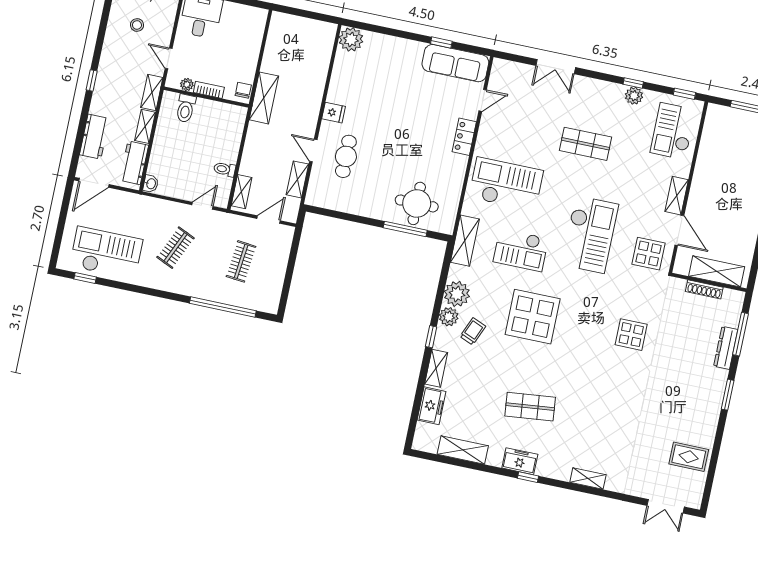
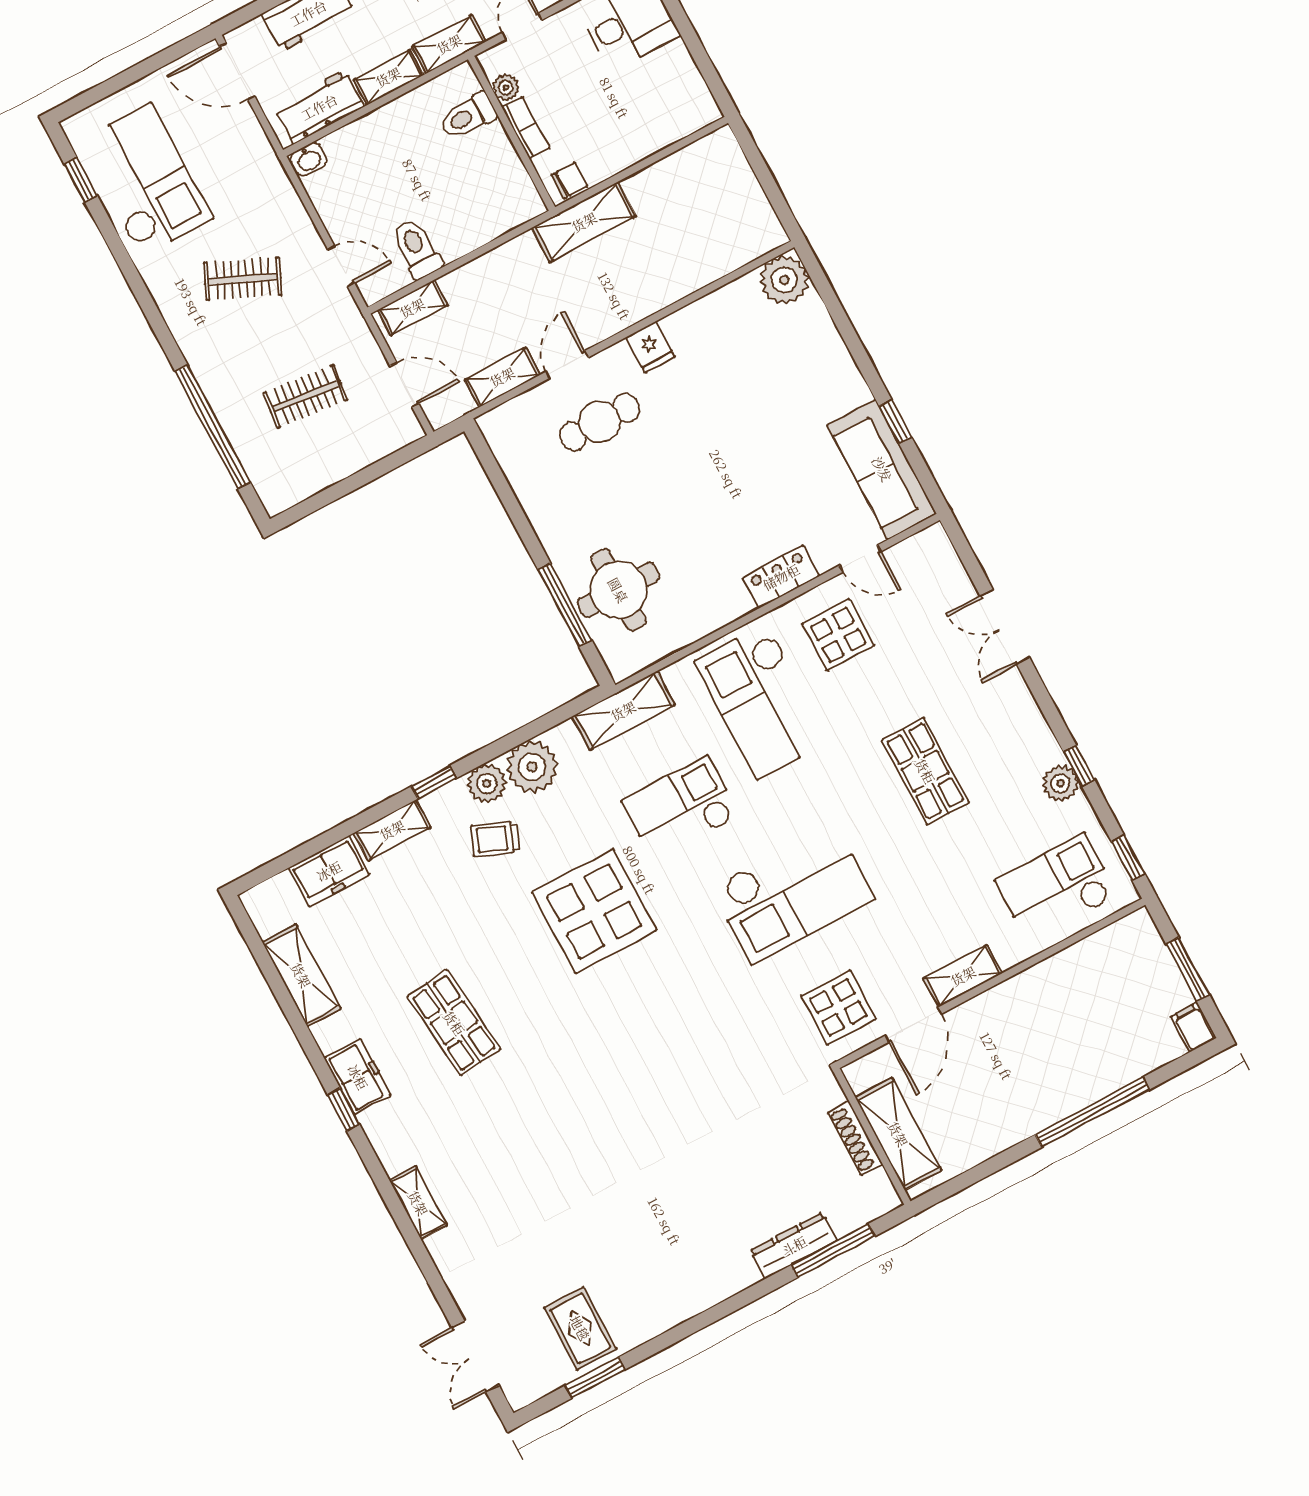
toilet: (225, 169) -> (417, 249), width x1.37, depth x1.39
checkout: (506, 184) -> (762, 701), turned 180
checkout: (521, 250) -> (681, 808), turned 90
trolley: (473, 331) -> (495, 839), turned 180
display table: (631, 335) -> (838, 635), moved
window: (728, 395) -> (595, 1378), moved

